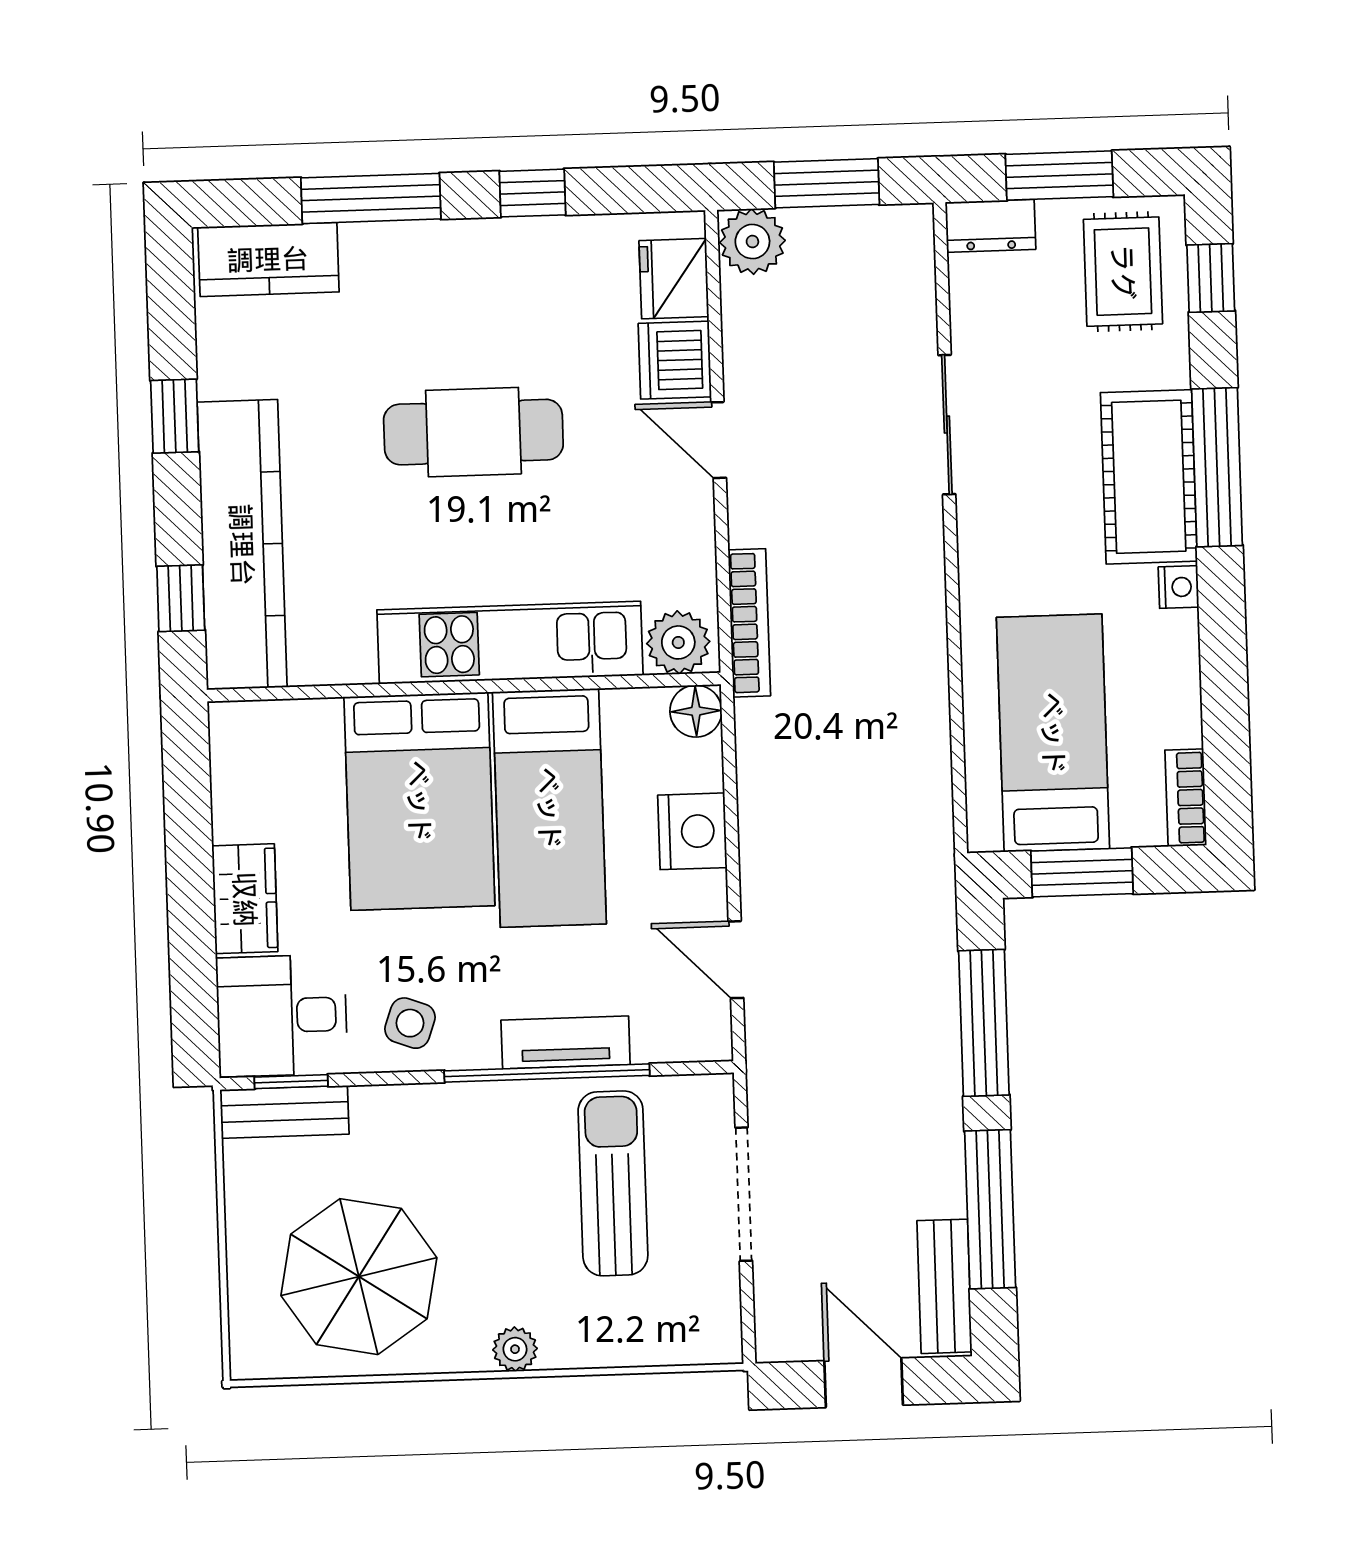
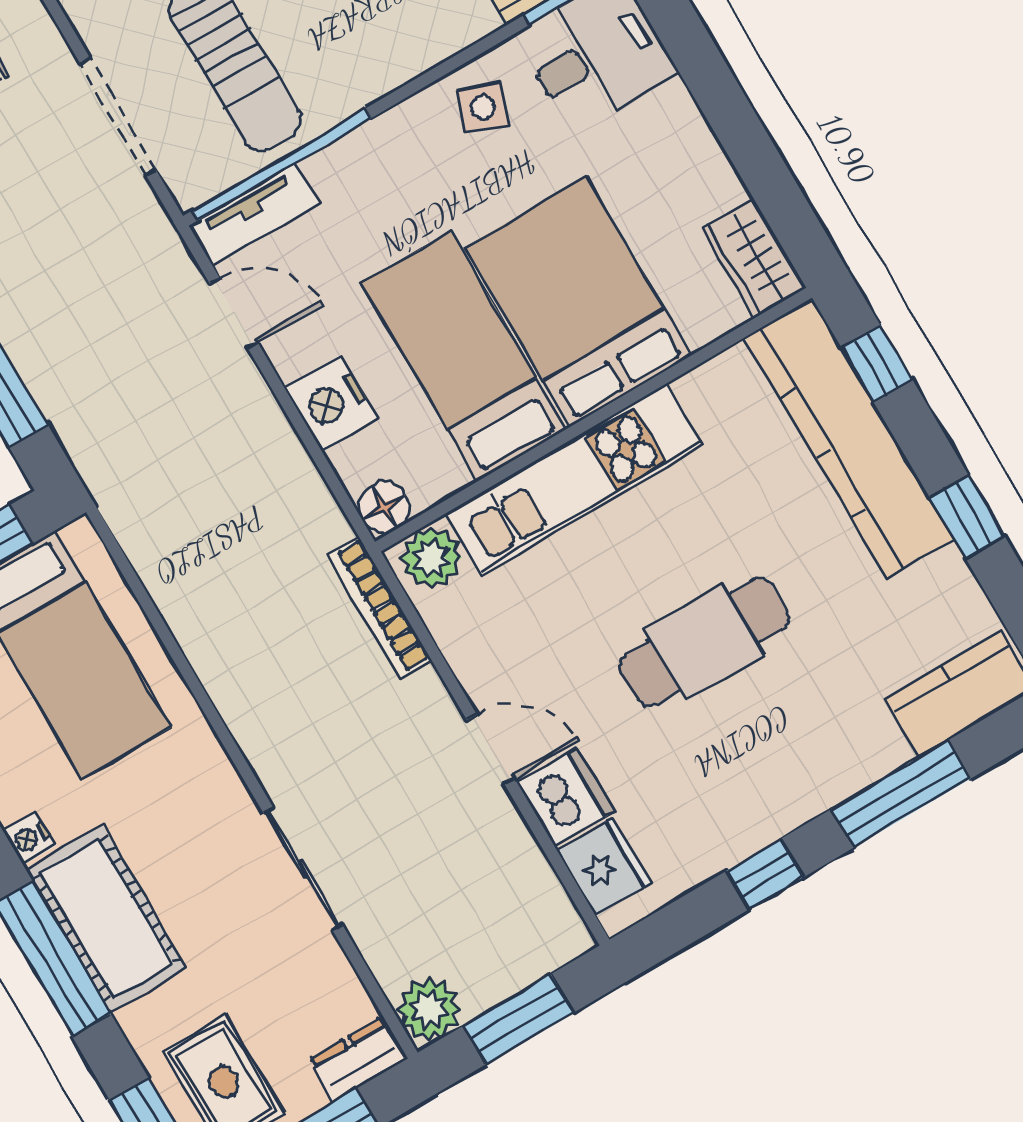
plant: (752, 242) -> (429, 1009), moved
wardrobe: (245, 899) -> (754, 258), moved
tv unit: (566, 1042) -> (254, 214), moved
window: (547, 1073) -> (282, 164), moved

